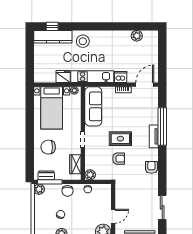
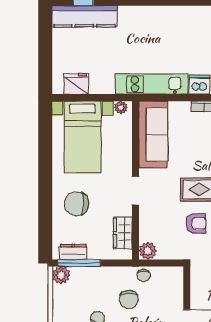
stool: (83, 41) -> (135, 24), removed
fridge: (63, 76) -> (76, 84), moved
chair: (67, 191) -> (129, 299), moved

